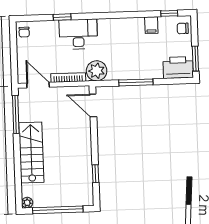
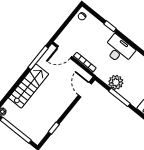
desk: (78, 34) -> (119, 50), moved
plant: (97, 71) -> (116, 82), moved
door: (38, 85) -> (64, 52), swing flipped

